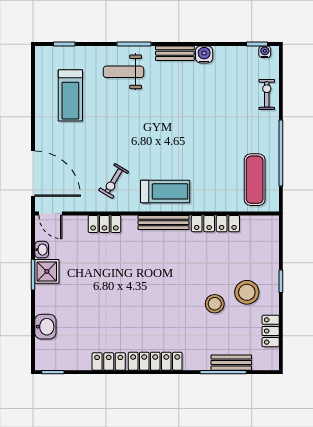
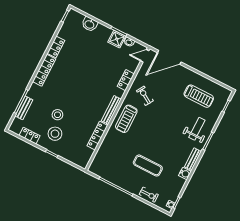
treadmill: (70, 95) -> (199, 96), turned 180
exercise mat: (255, 180) -> (148, 166), moved

